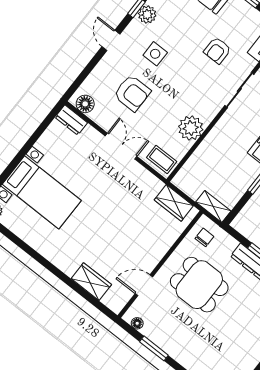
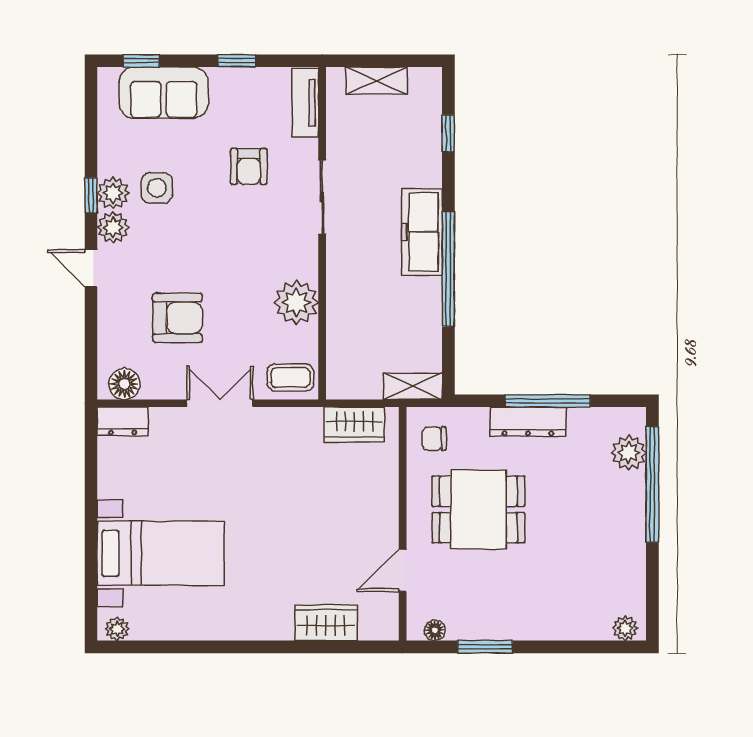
plant: (135, 30) -> (113, 227), added
side table: (155, 54) -> (157, 188), moved
chair: (204, 237) -> (434, 439), turned -91

